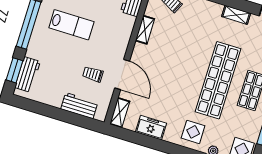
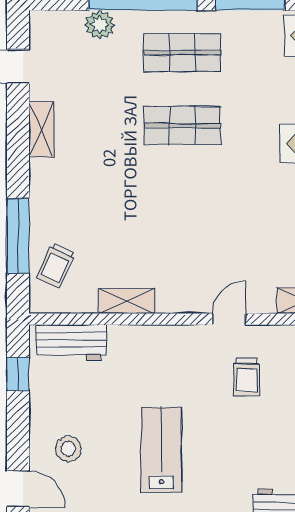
door: (122, 74) -> (229, 319), width x0.53
shop shelf: (218, 80) -> (182, 125), width x0.50, depth x0.74

